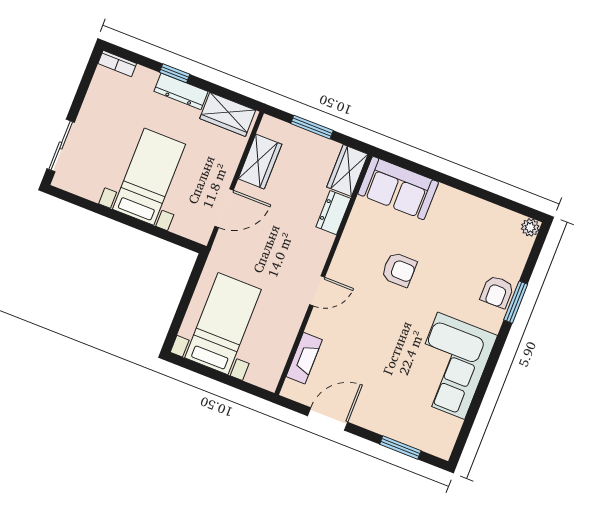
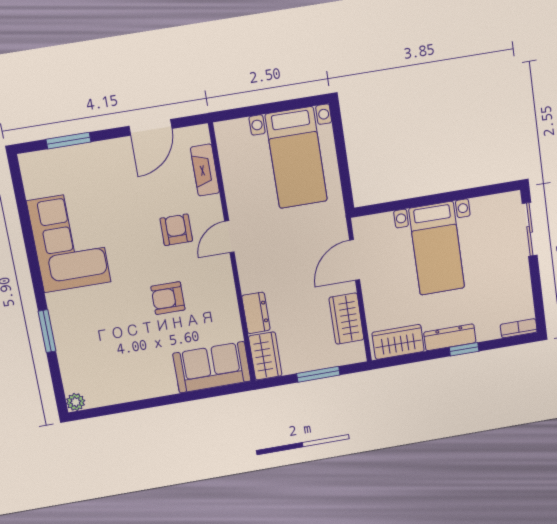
armchair: (497, 292) -> (176, 230), moved

